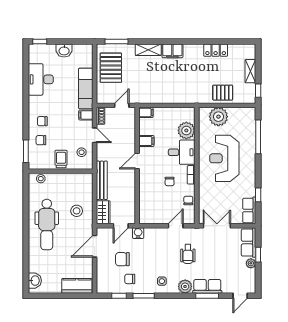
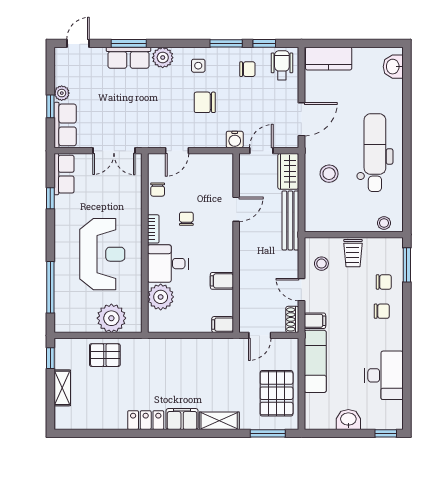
locker: (216, 50) -> (146, 420), moved
door: (137, 161) -> (236, 209), moved
wheelchair: (188, 254) -> (282, 65), moved
chair: (122, 259) -> (205, 102), moved, turned 180

